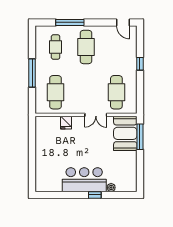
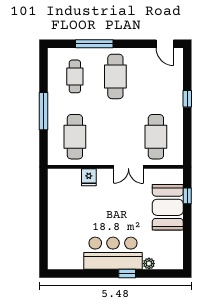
booth: (125, 133) -> (168, 207), moved
window: (140, 137) -> (187, 196), width x0.46

